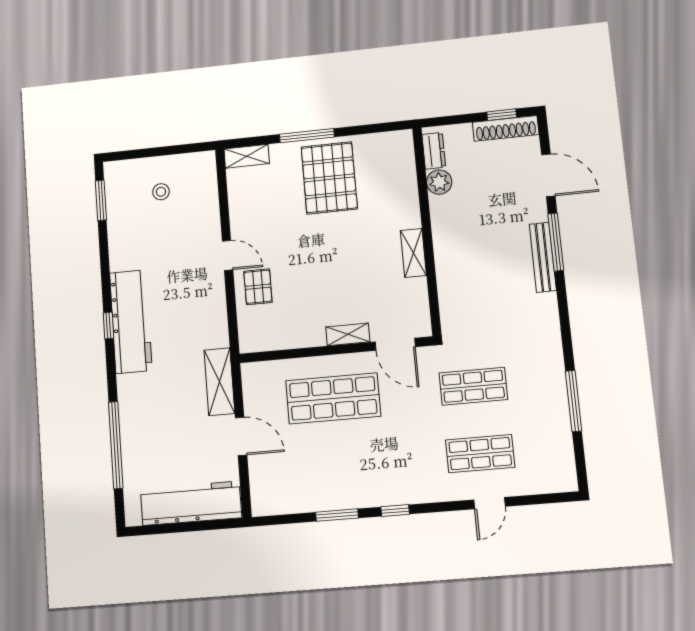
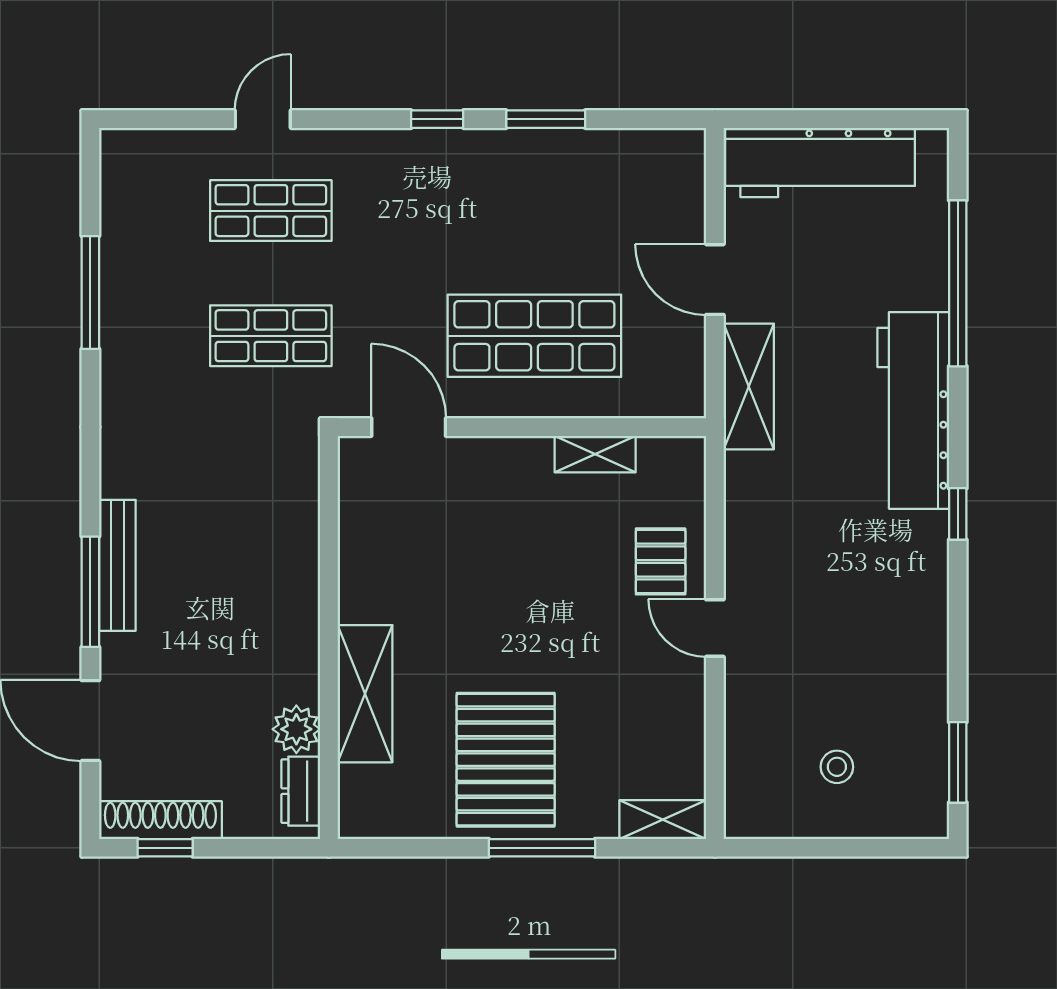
shelving: (413, 253) -> (365, 694), moved, width x1.50, depth x1.33
workbench: (131, 322) -> (913, 410), moved
shelving: (348, 334) -> (595, 454), moved

